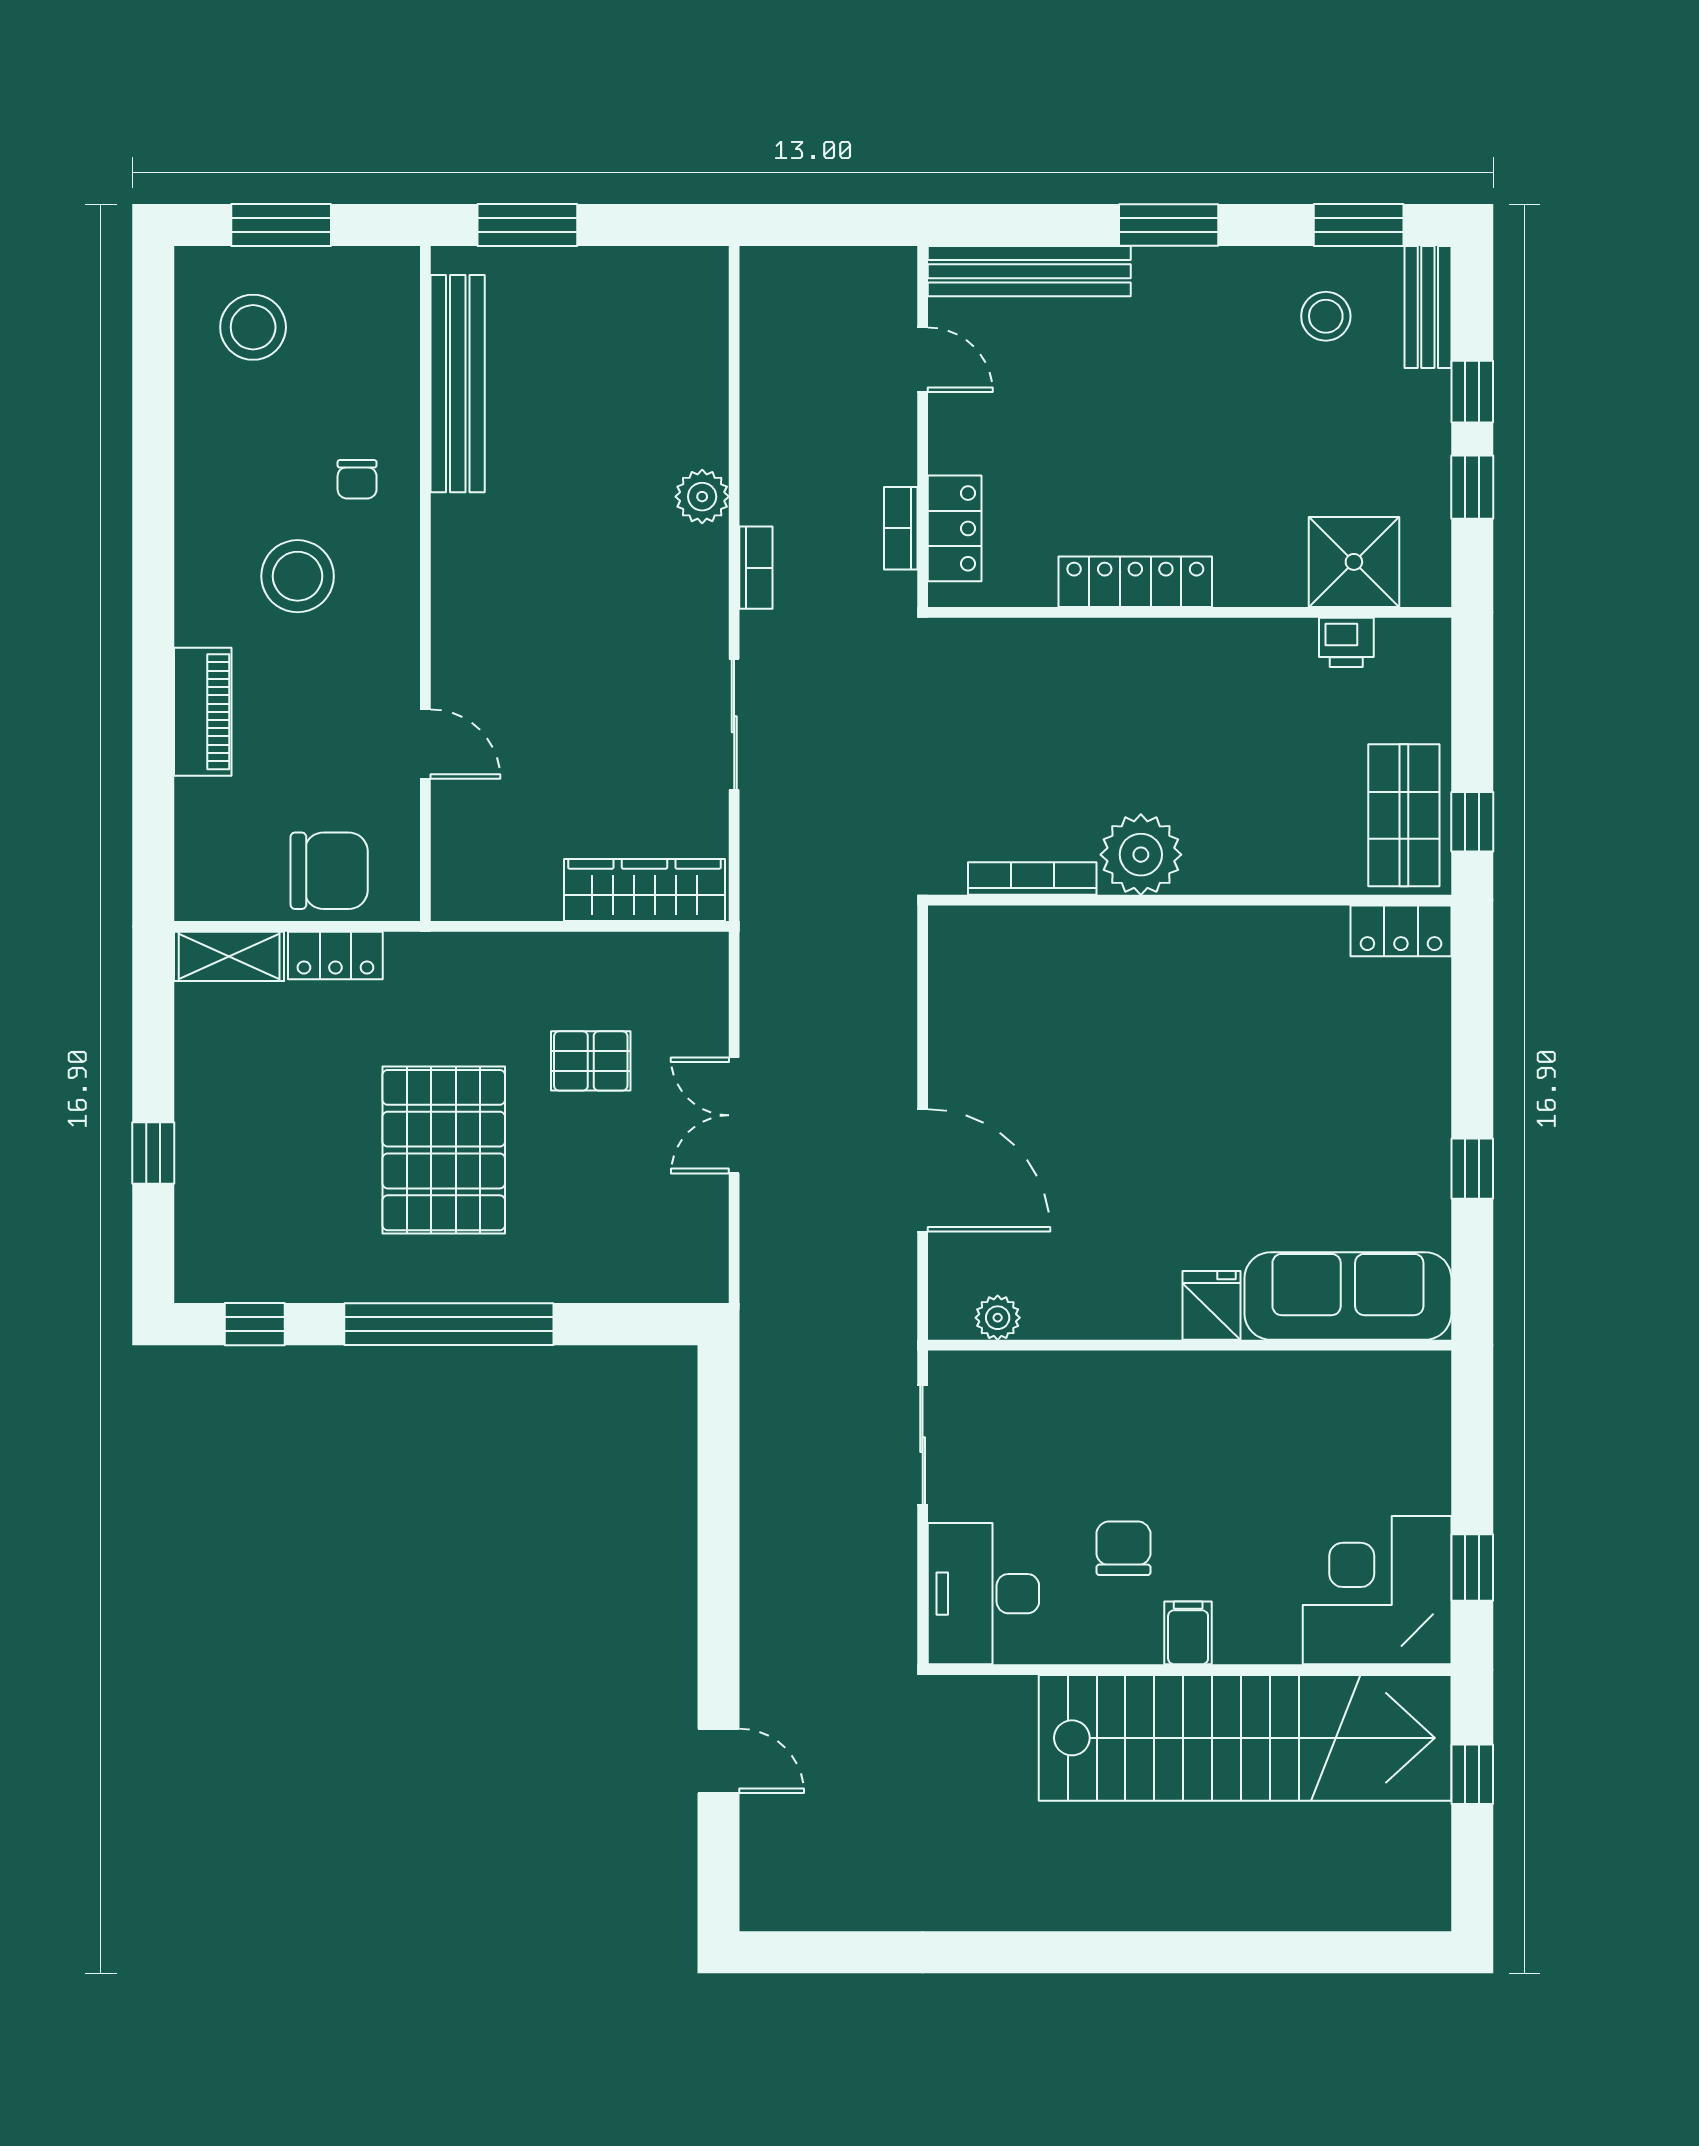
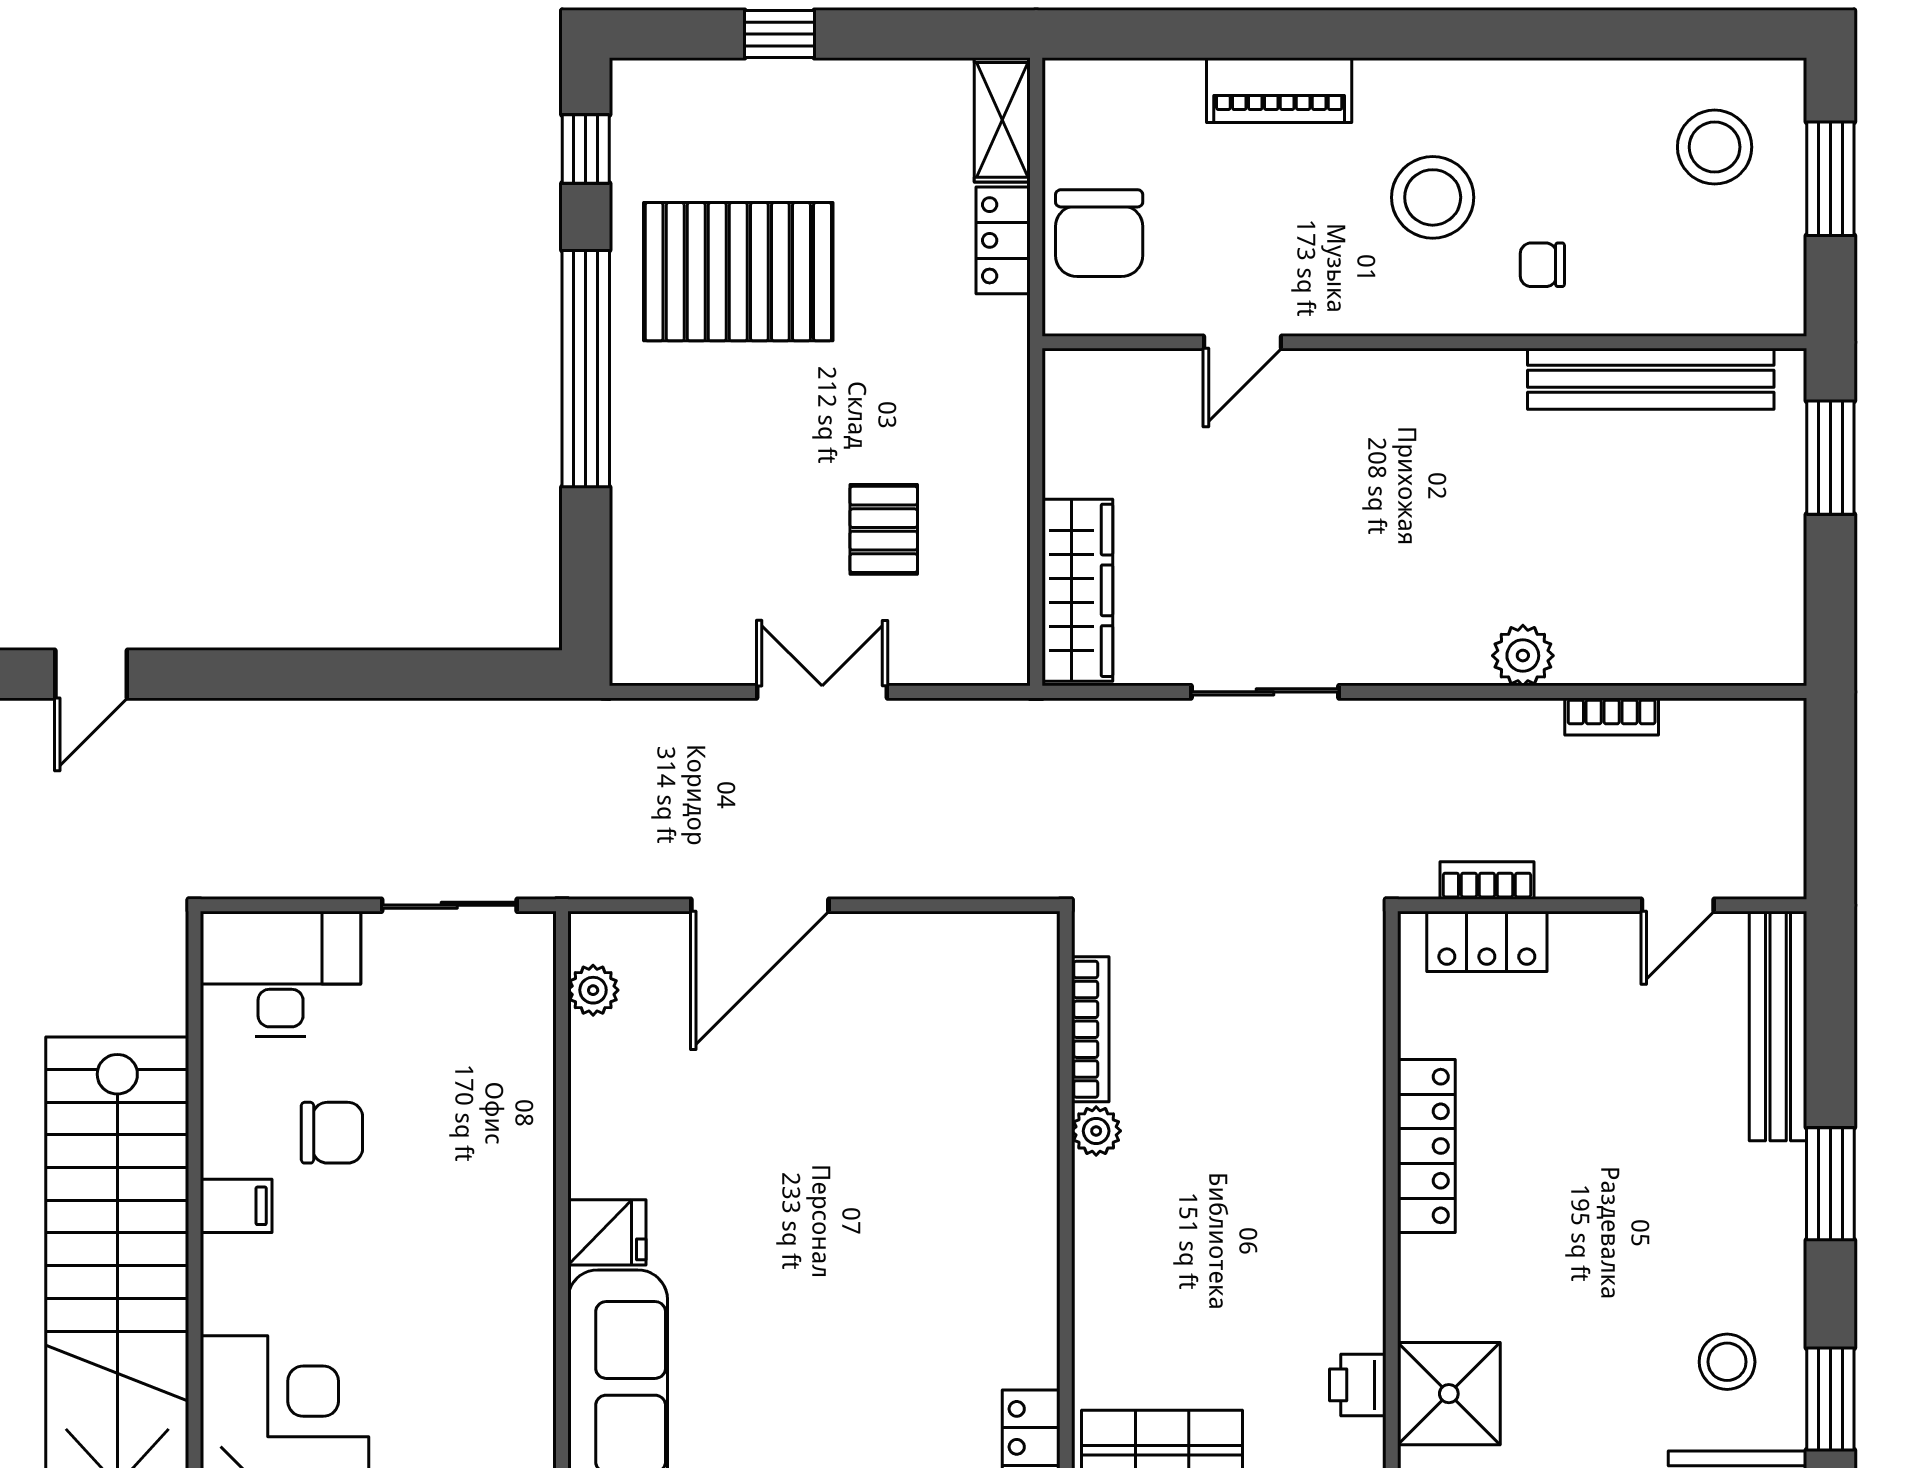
bookcase: (756, 568) -> (1612, 716), moved
plant: (1141, 855) -> (1096, 1131), width x0.53, depth x0.53
pallet: (444, 1150) -> (738, 272), moved

